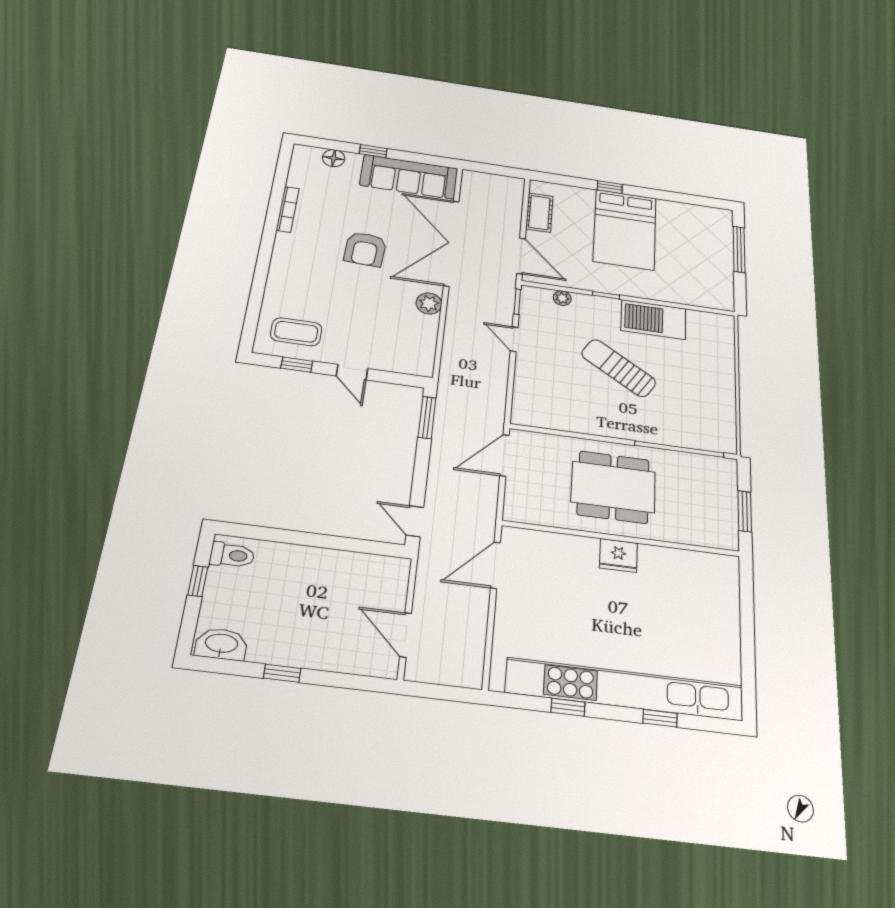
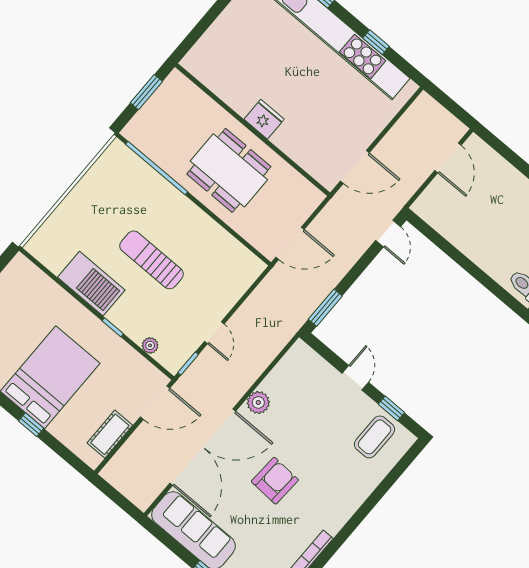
door: (521, 256) -> (155, 403), swing flipped
coffee table: (296, 332) -> (374, 437), turned 90
sun lounger: (619, 368) -> (152, 260), turned 148

